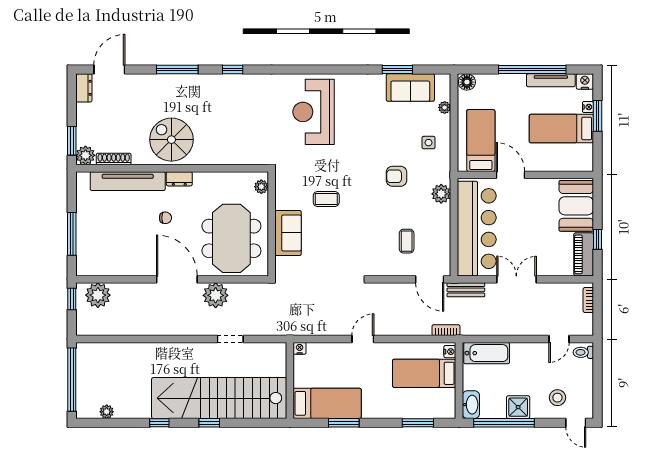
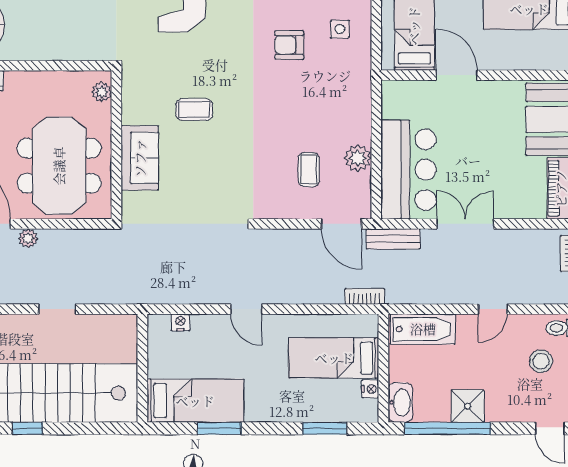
armchair: (397, 176) -> (289, 45), moved
plant: (441, 194) -> (358, 158), moved
bar counter: (477, 229) -> (409, 170), width x0.73
plant: (216, 295) -> (28, 238), width x0.53, depth x0.53
door: (363, 339) -> (246, 309), swing flipped
door: (559, 339) -> (492, 309), moved
nightstand: (300, 348) -> (180, 322), moved
nightstand: (450, 352) -> (370, 389), moved
stool: (557, 398) -> (541, 361), moved

